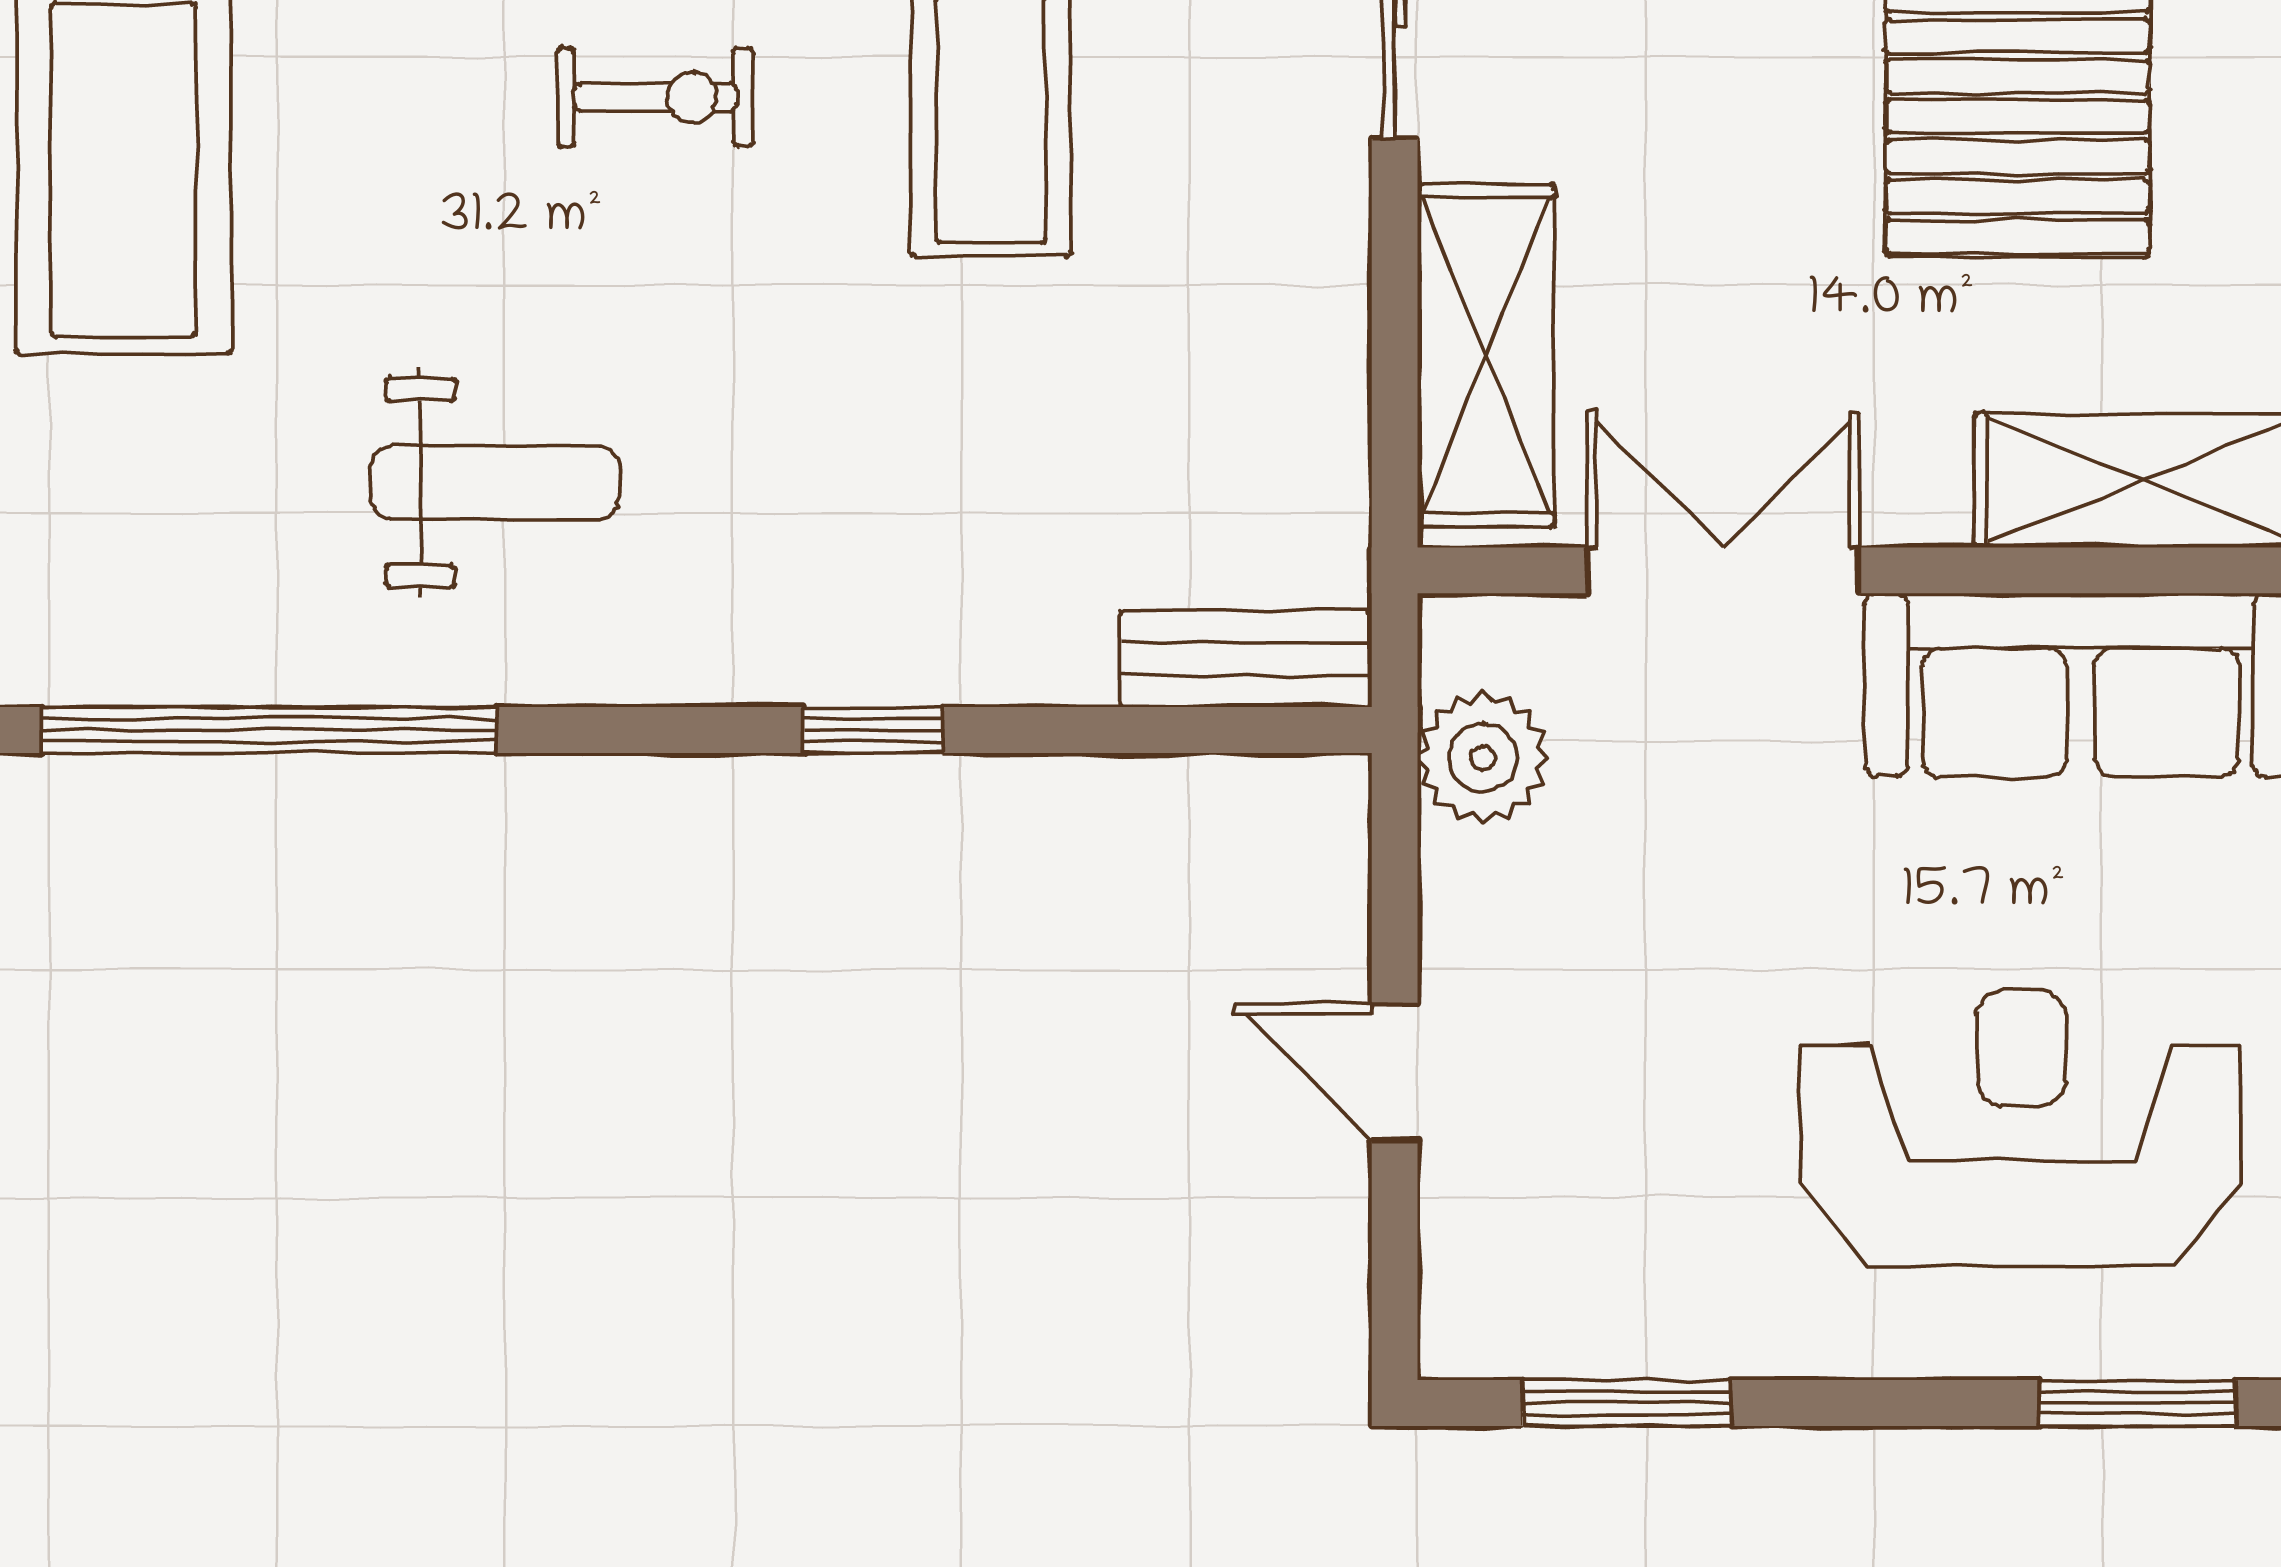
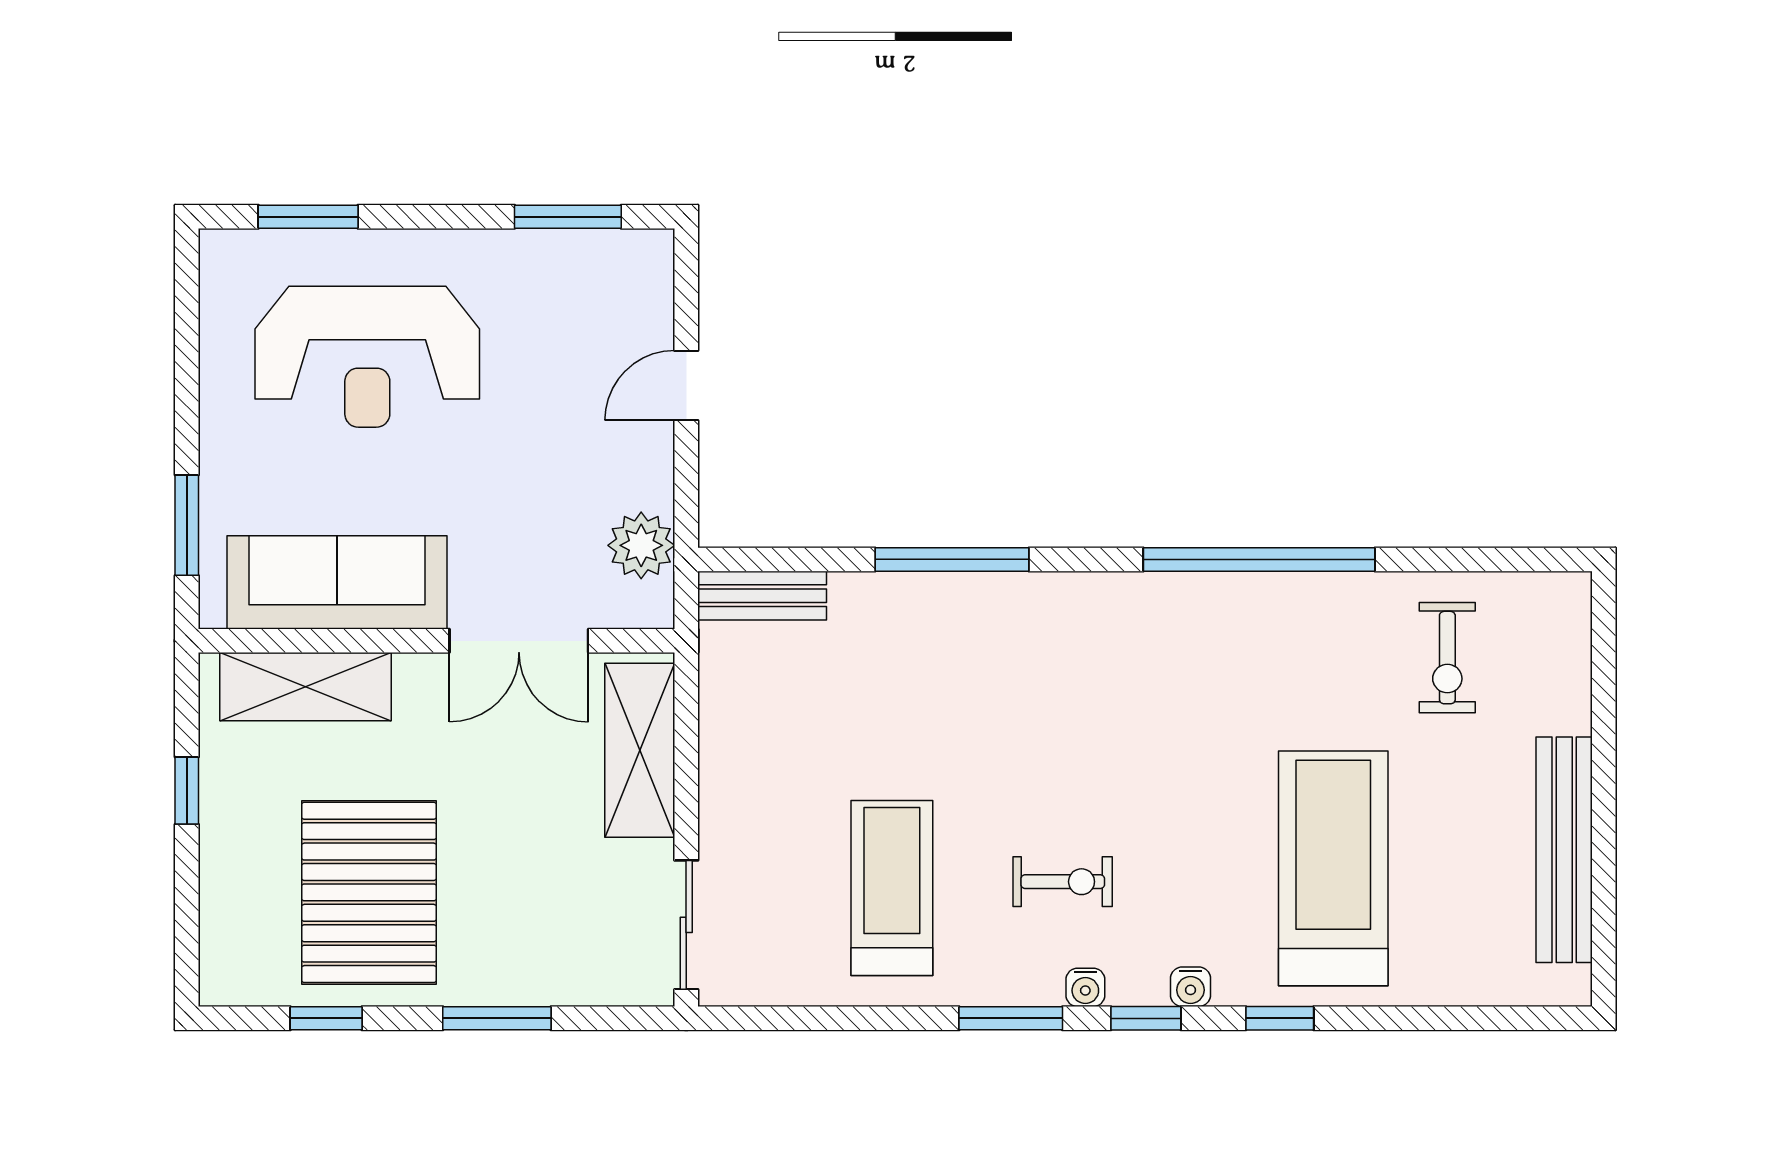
exercise bike: (655, 97) -> (1063, 882), turned 180
weight bench: (495, 482) -> (1144, 686), removed
window: (873, 730) -> (952, 559), width x2.17
door: (1395, 1072) -> (686, 386), swing flipped

